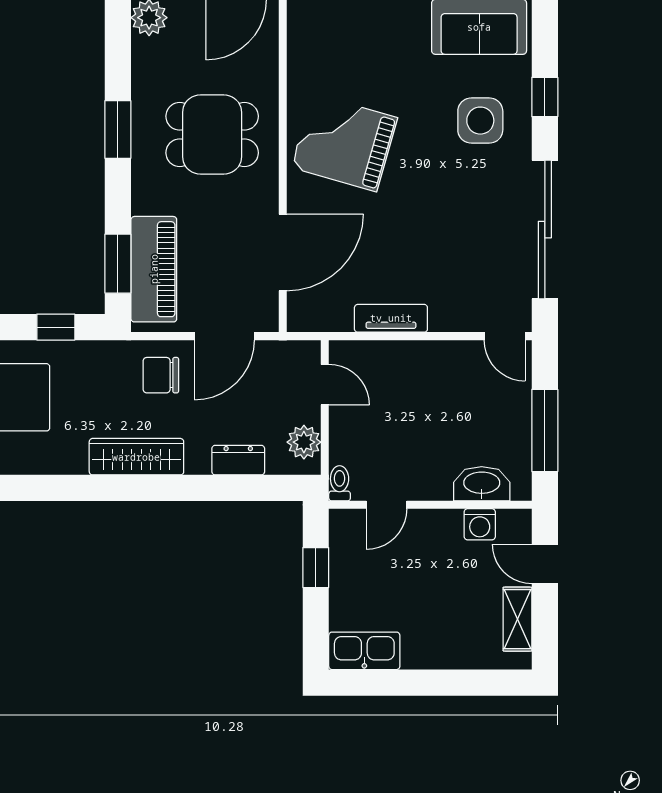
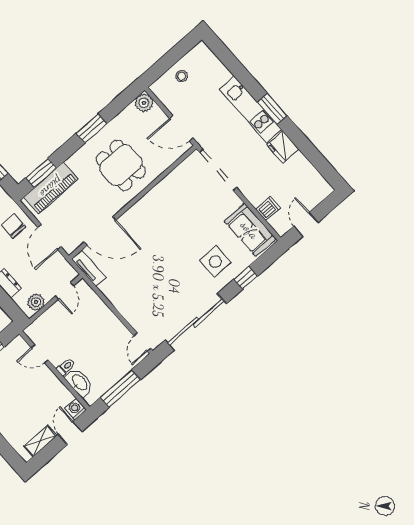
grand piano: (344, 143) -> (162, 218), removed
tv unit: (391, 318) -> (89, 268), moved
door: (224, 336) -> (49, 237), hinge flipped
toilet: (340, 483) -> (66, 367), moved
washing machine: (480, 524) -> (76, 409), moved, turned 90

